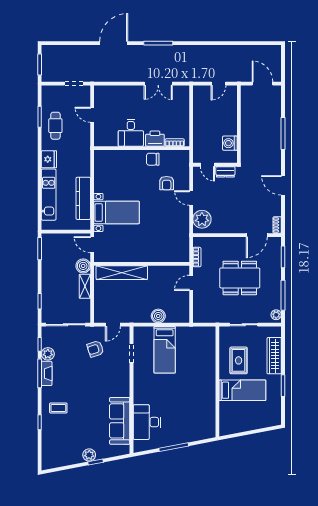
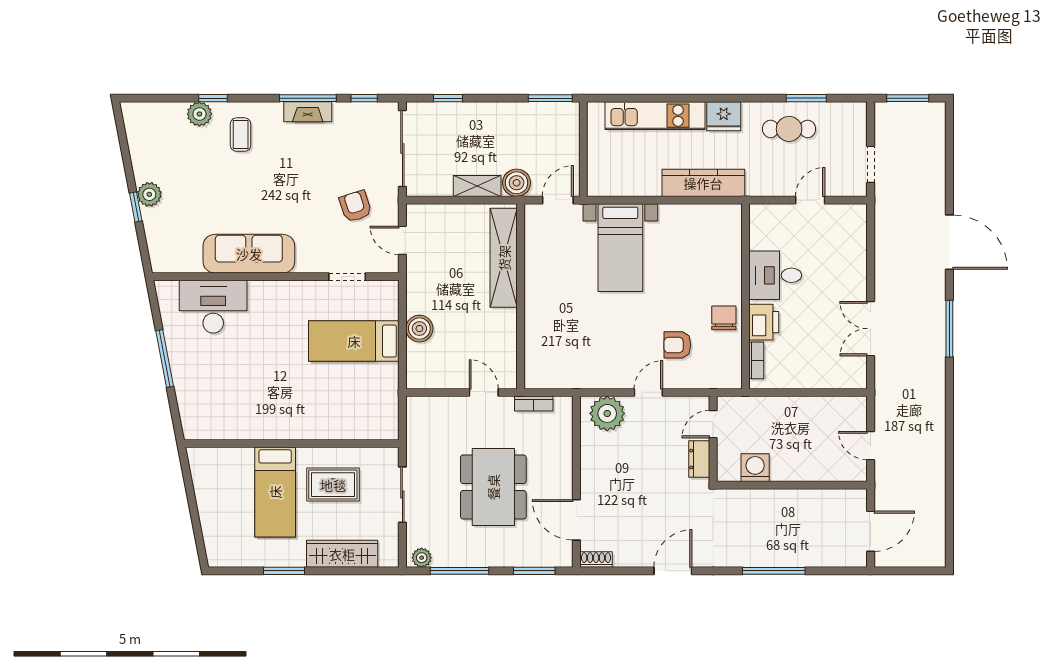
kitchen counter: (83, 198) -> (703, 183), moved
plant: (48, 354) -> (199, 114), moved
sofa: (120, 421) -> (249, 254), moved

